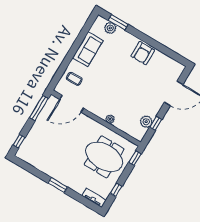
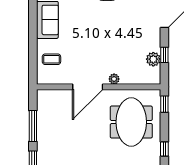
door: (72, 104) -> (88, 87), moved
window: (39, 108) -> (33, 126), moved
meeting table: (104, 157) -> (131, 122), turned 90

